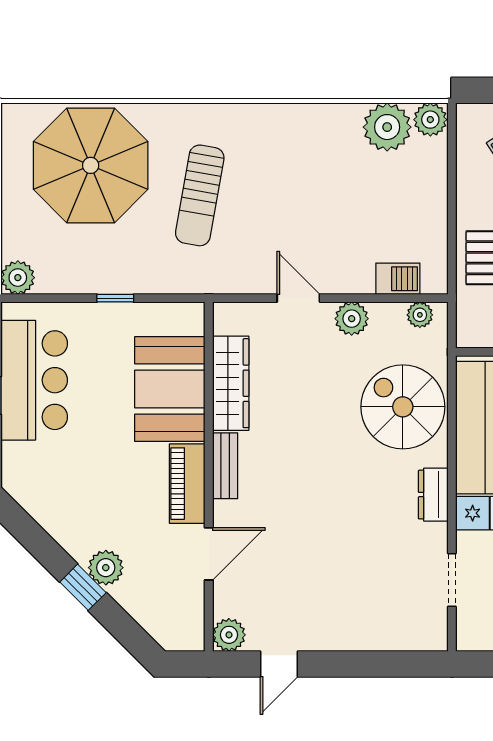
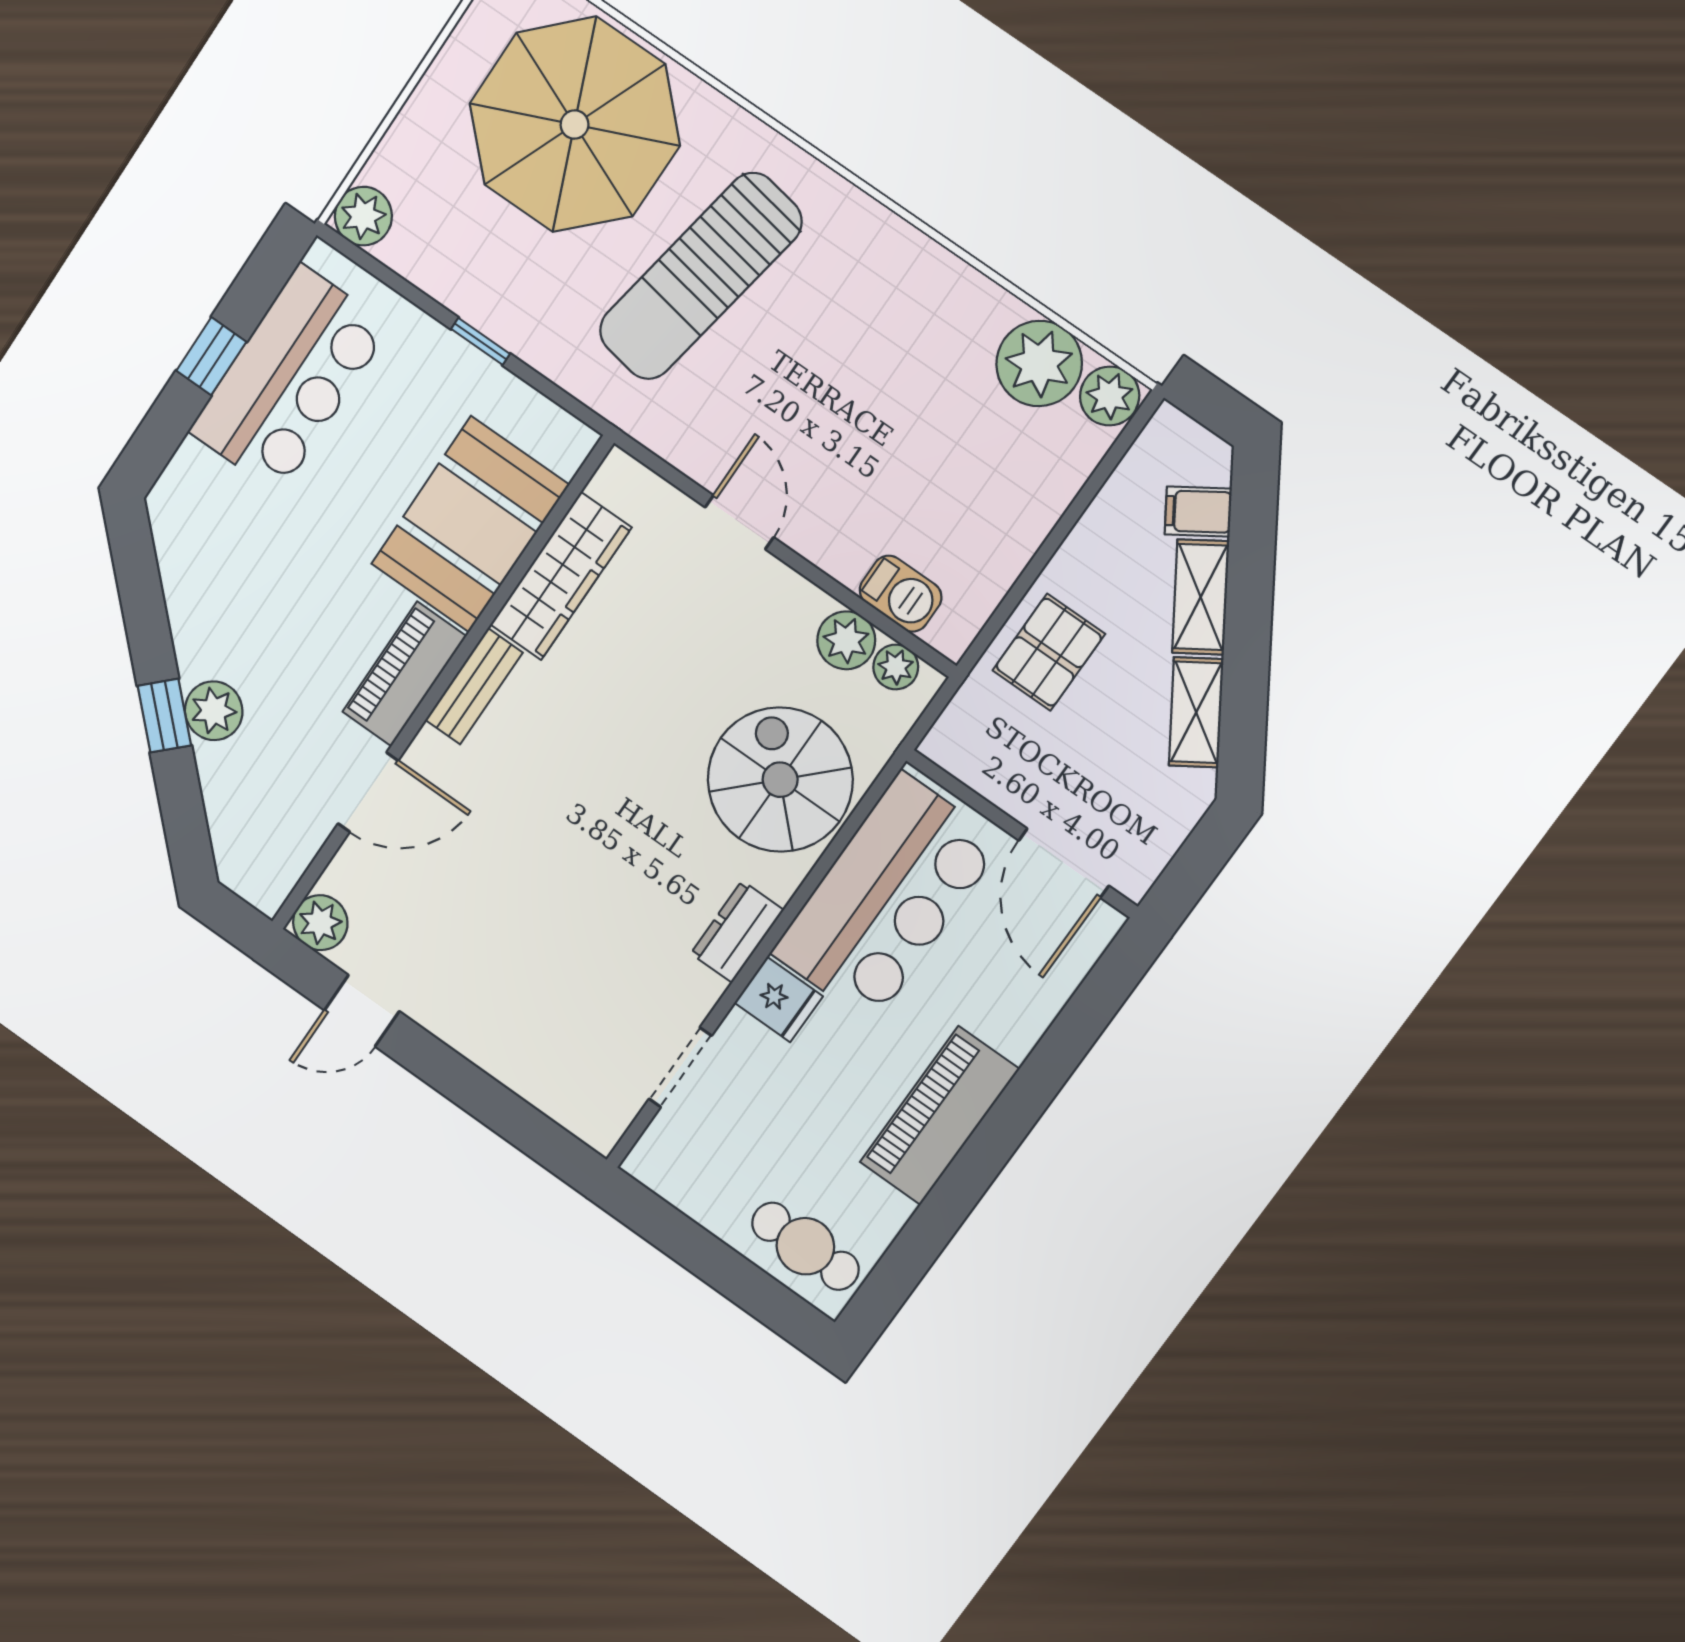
sun lounger: (200, 195) -> (700, 276), width x1.36, depth x1.34
plant: (352, 319) -> (846, 640), moved

